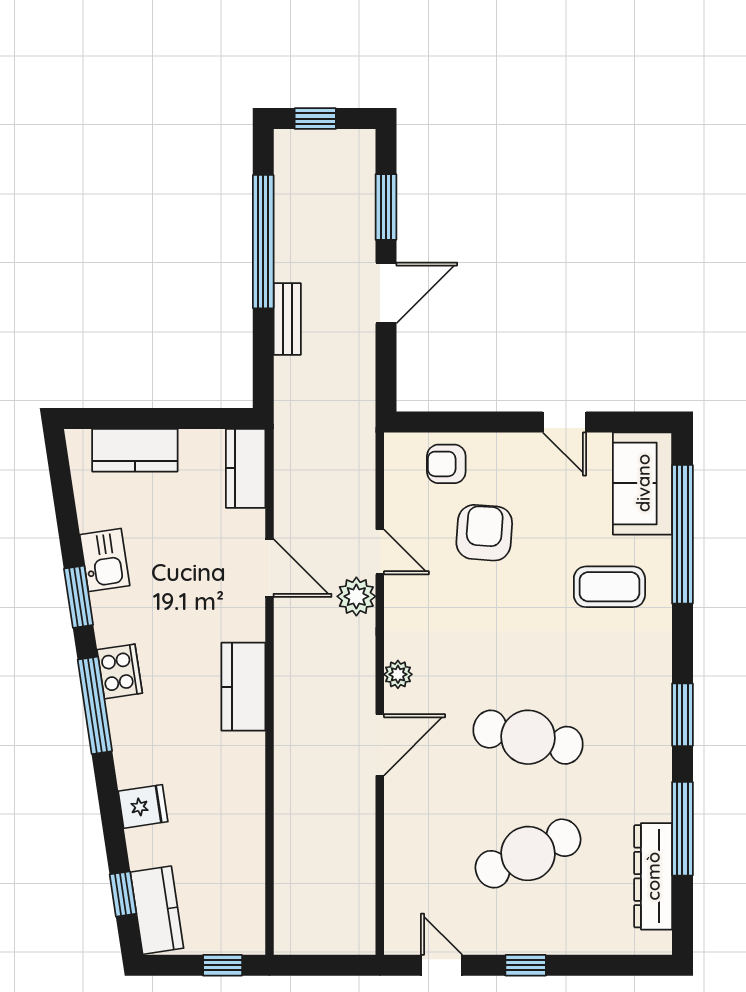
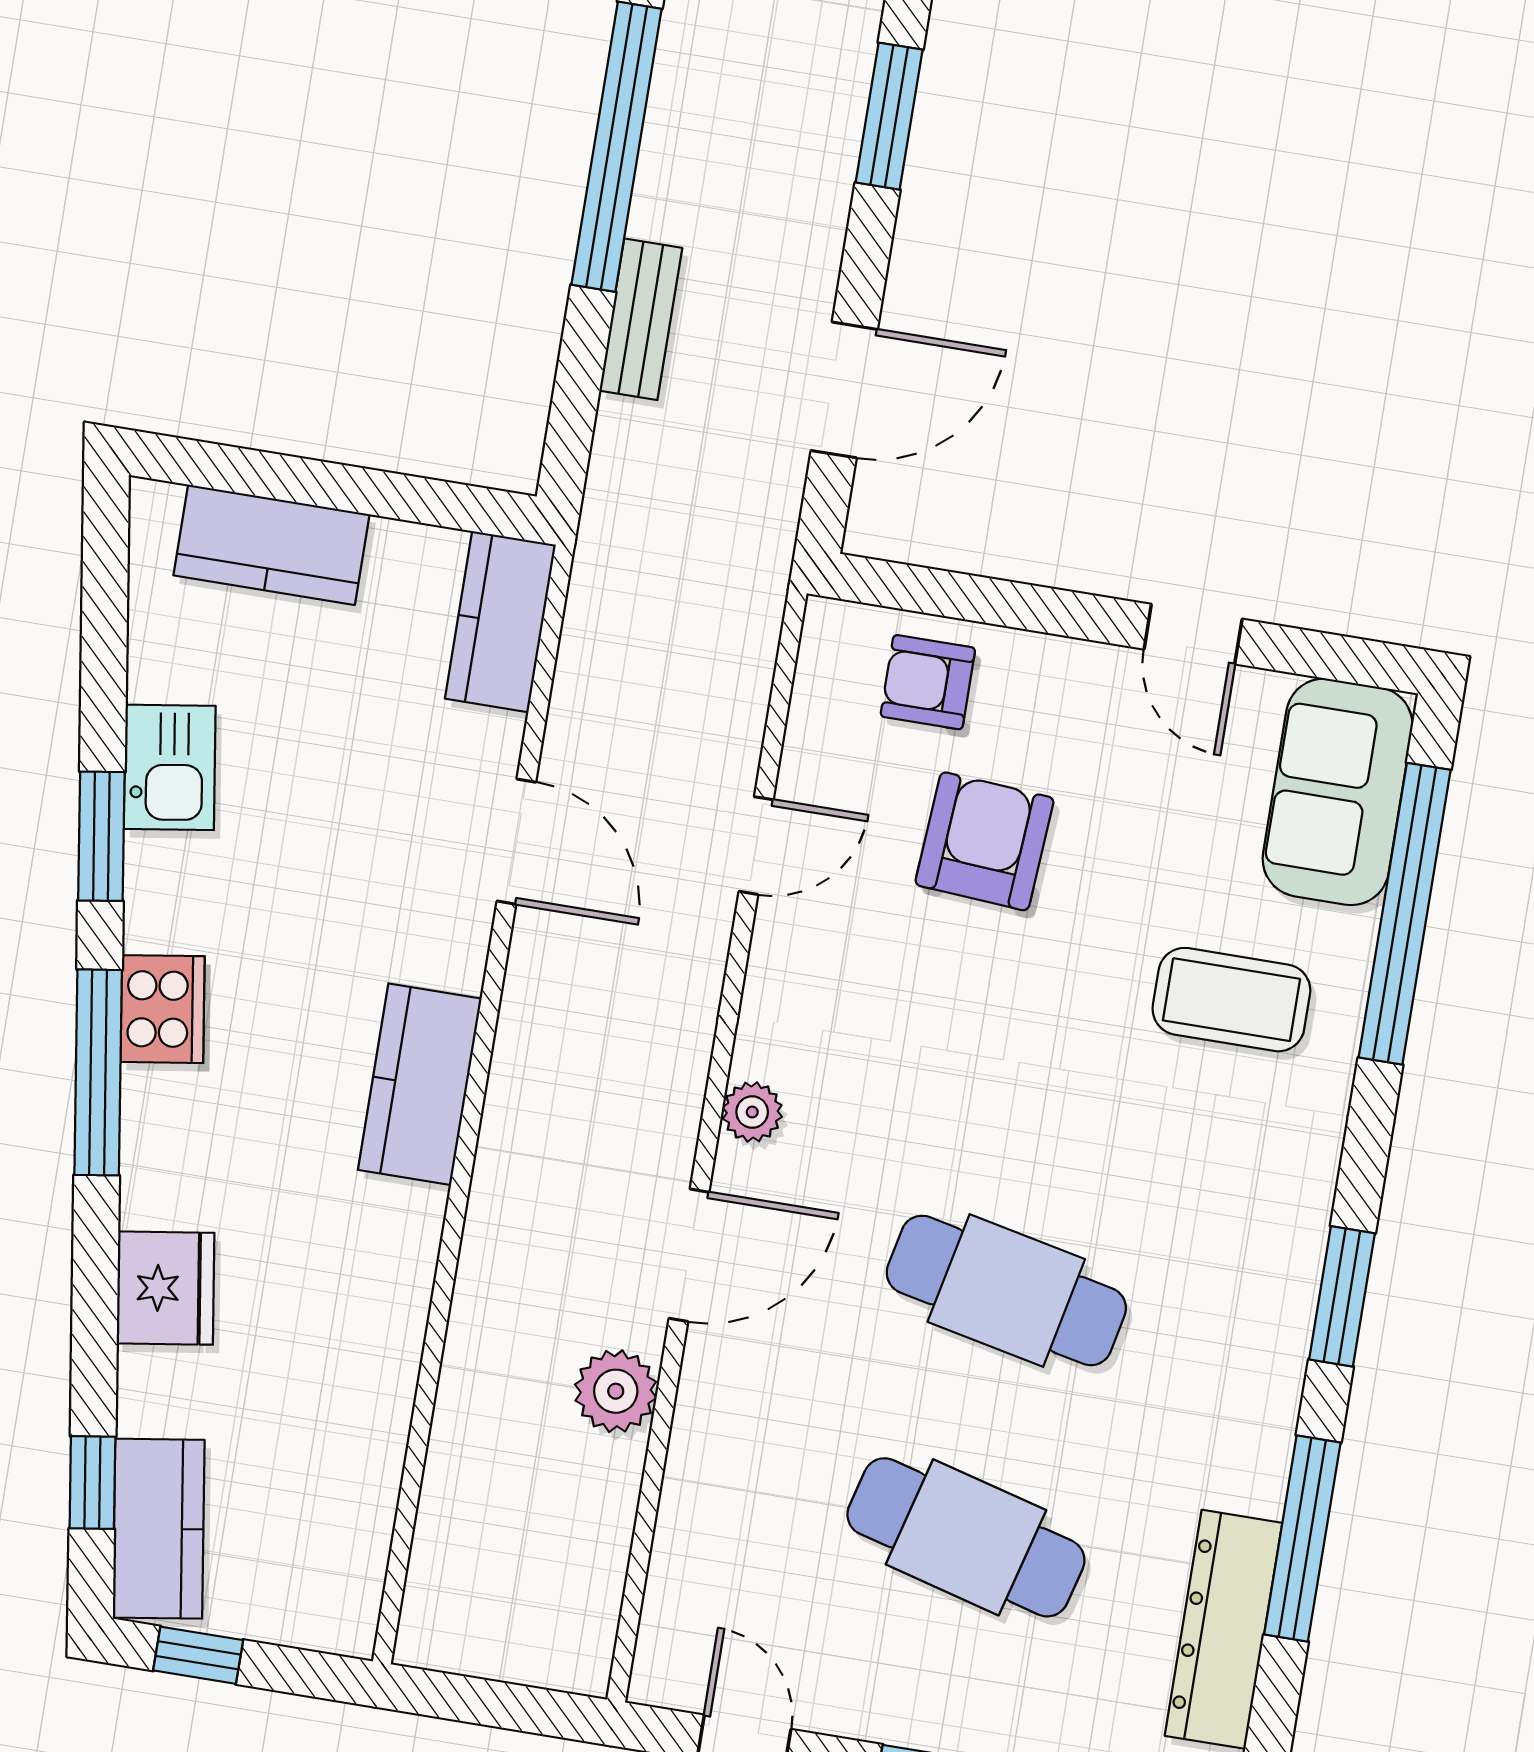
door: (386, 293) -> (844, 390), moved
door: (380, 552) -> (756, 846), hinge flipped
plant: (356, 596) -> (616, 1391), moved
fridge: (143, 806) -> (166, 1288), width x1.38
cafe table: (528, 853) -> (966, 1537), turned 39
window: (223, 965) -> (198, 1655), moved

